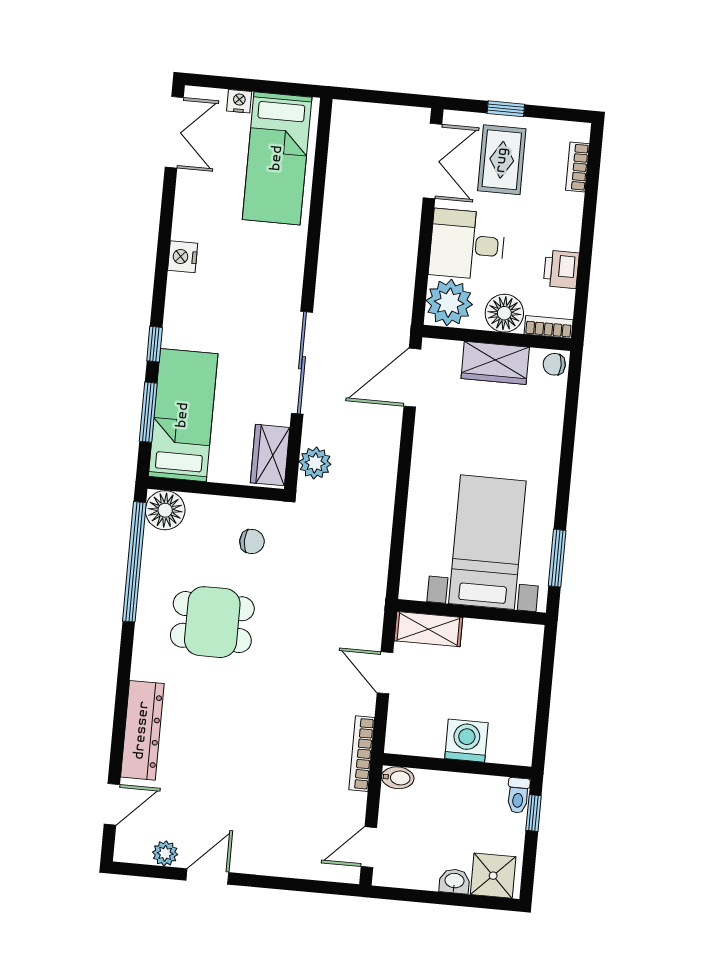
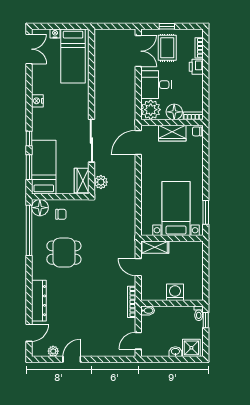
printer: (561, 269) -> (196, 67), moved
chair: (252, 541) -> (61, 214), moved

